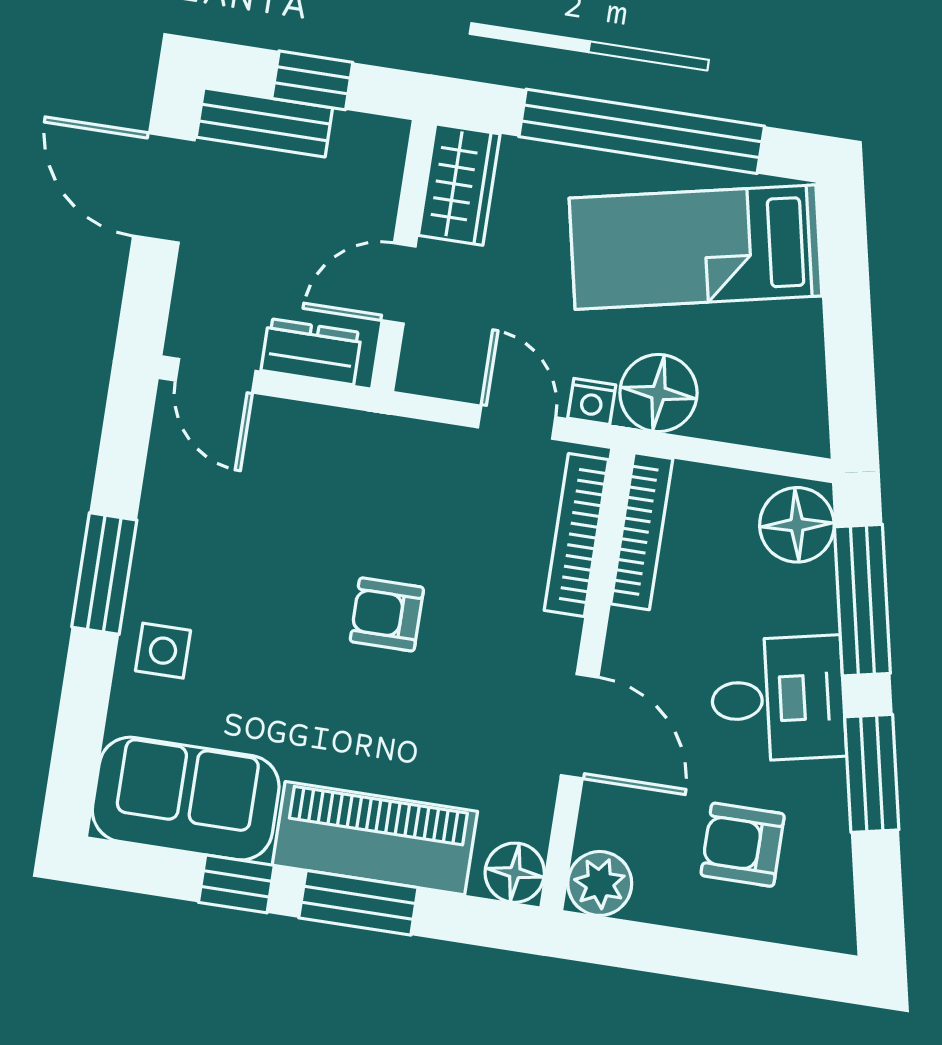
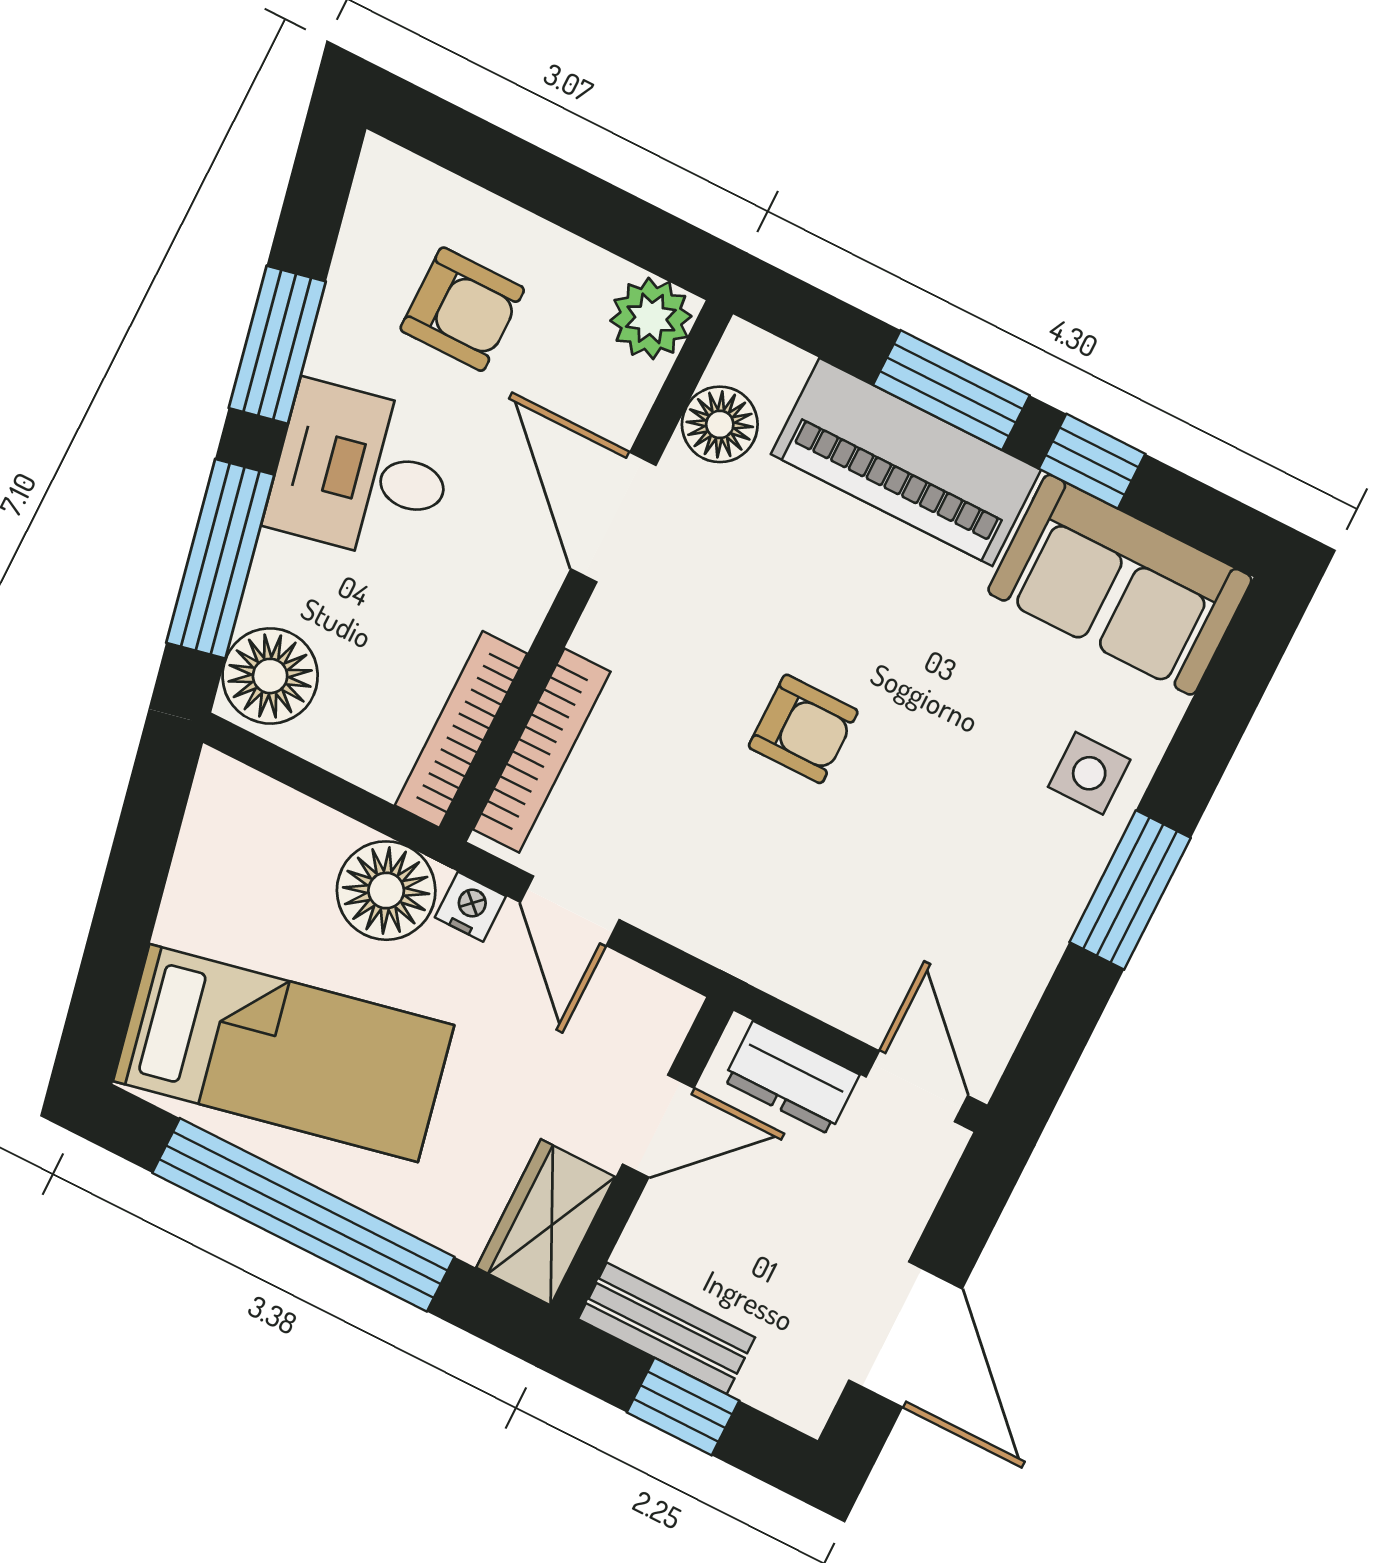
bench: (264, 122) -> (667, 1328), moved
floor lamp: (515, 873) -> (720, 424), moved

